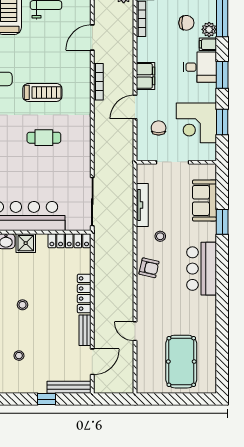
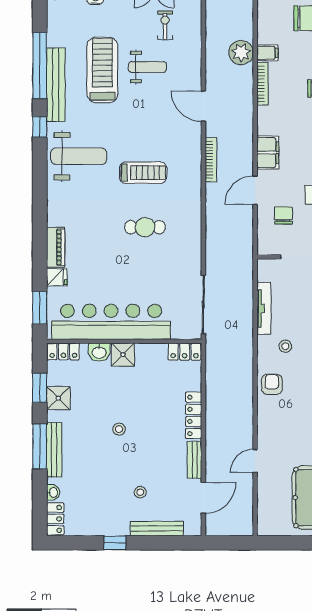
door: (92, 38) -> (203, 106), hinge flipped
locker: (69, 241) -> (185, 352), width x0.66
armchair: (149, 268) -> (272, 384), turned -103
door: (135, 331) -> (255, 461), hinge flipped
stool: (19, 356) -> (140, 492), moved
bench: (69, 387) -> (157, 529), moved
window: (46, 399) -> (115, 543), moved

